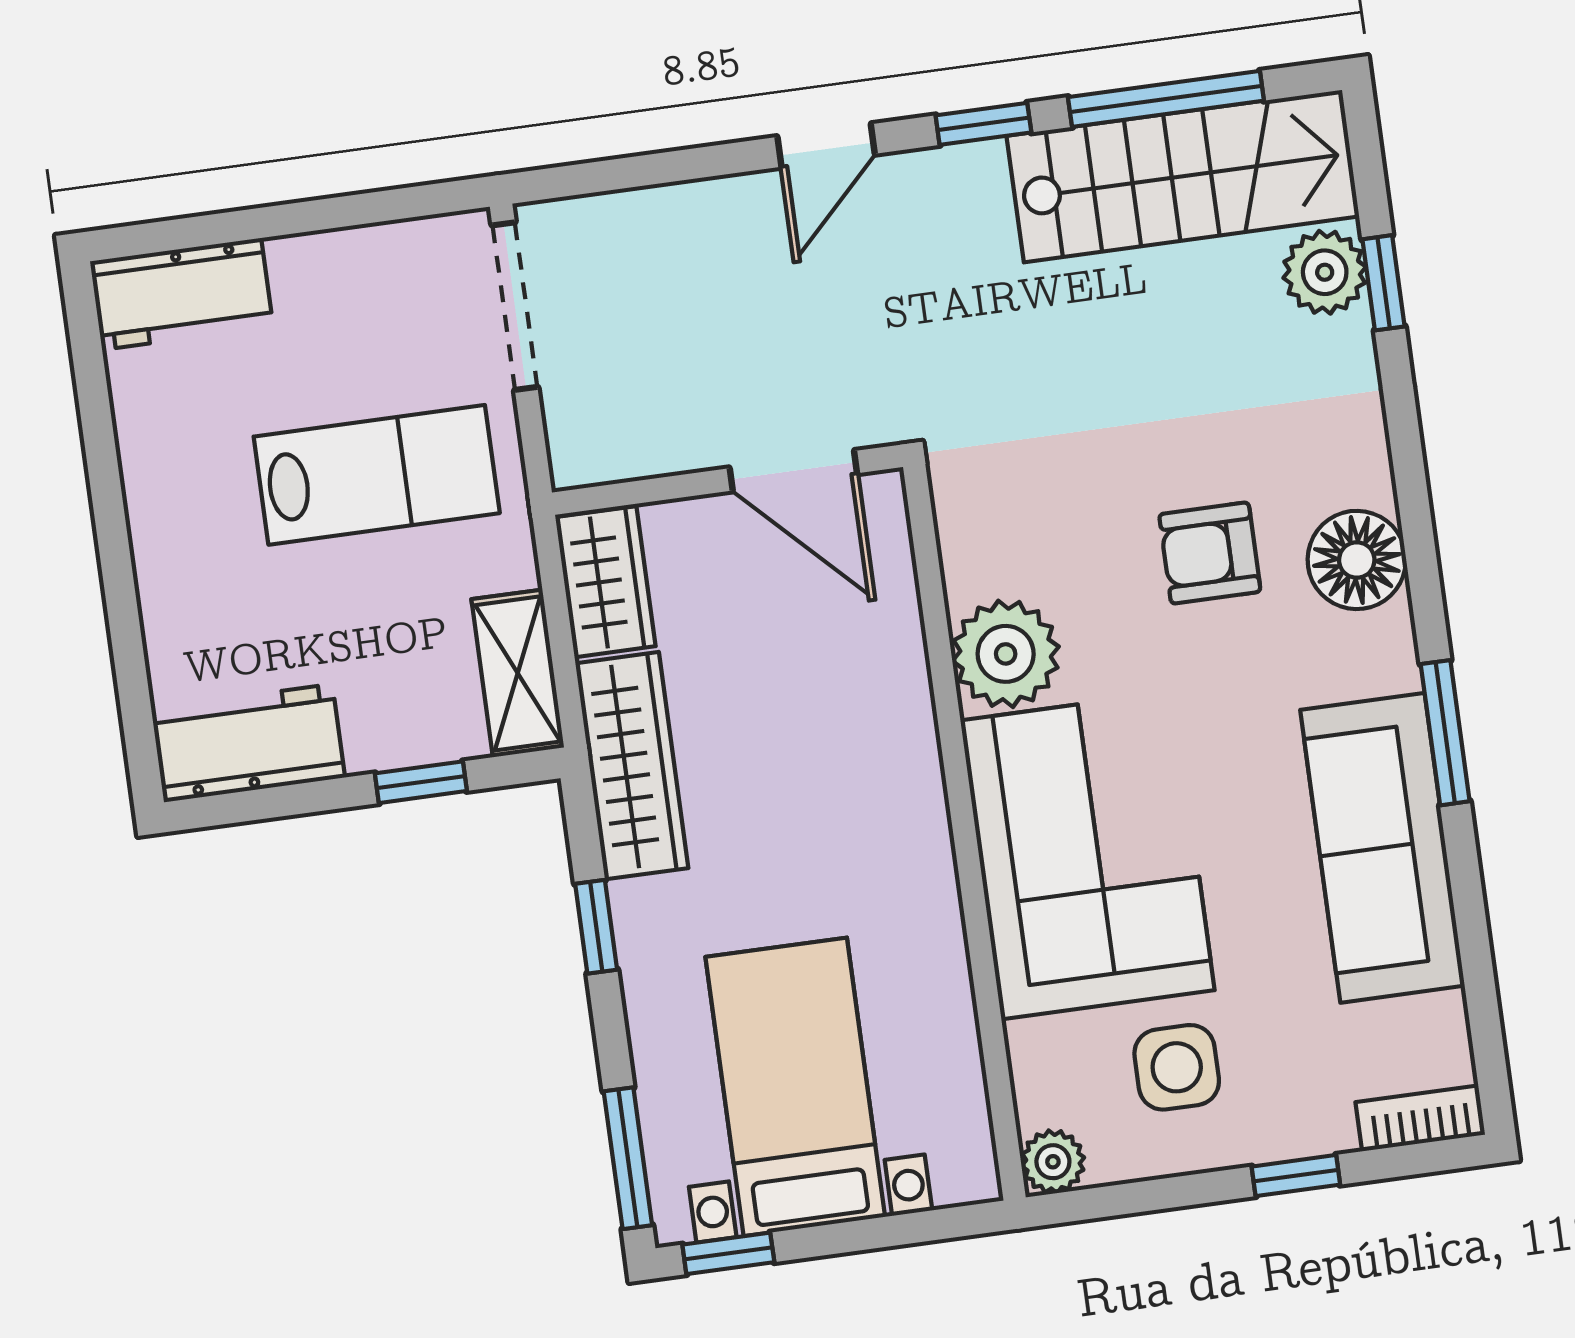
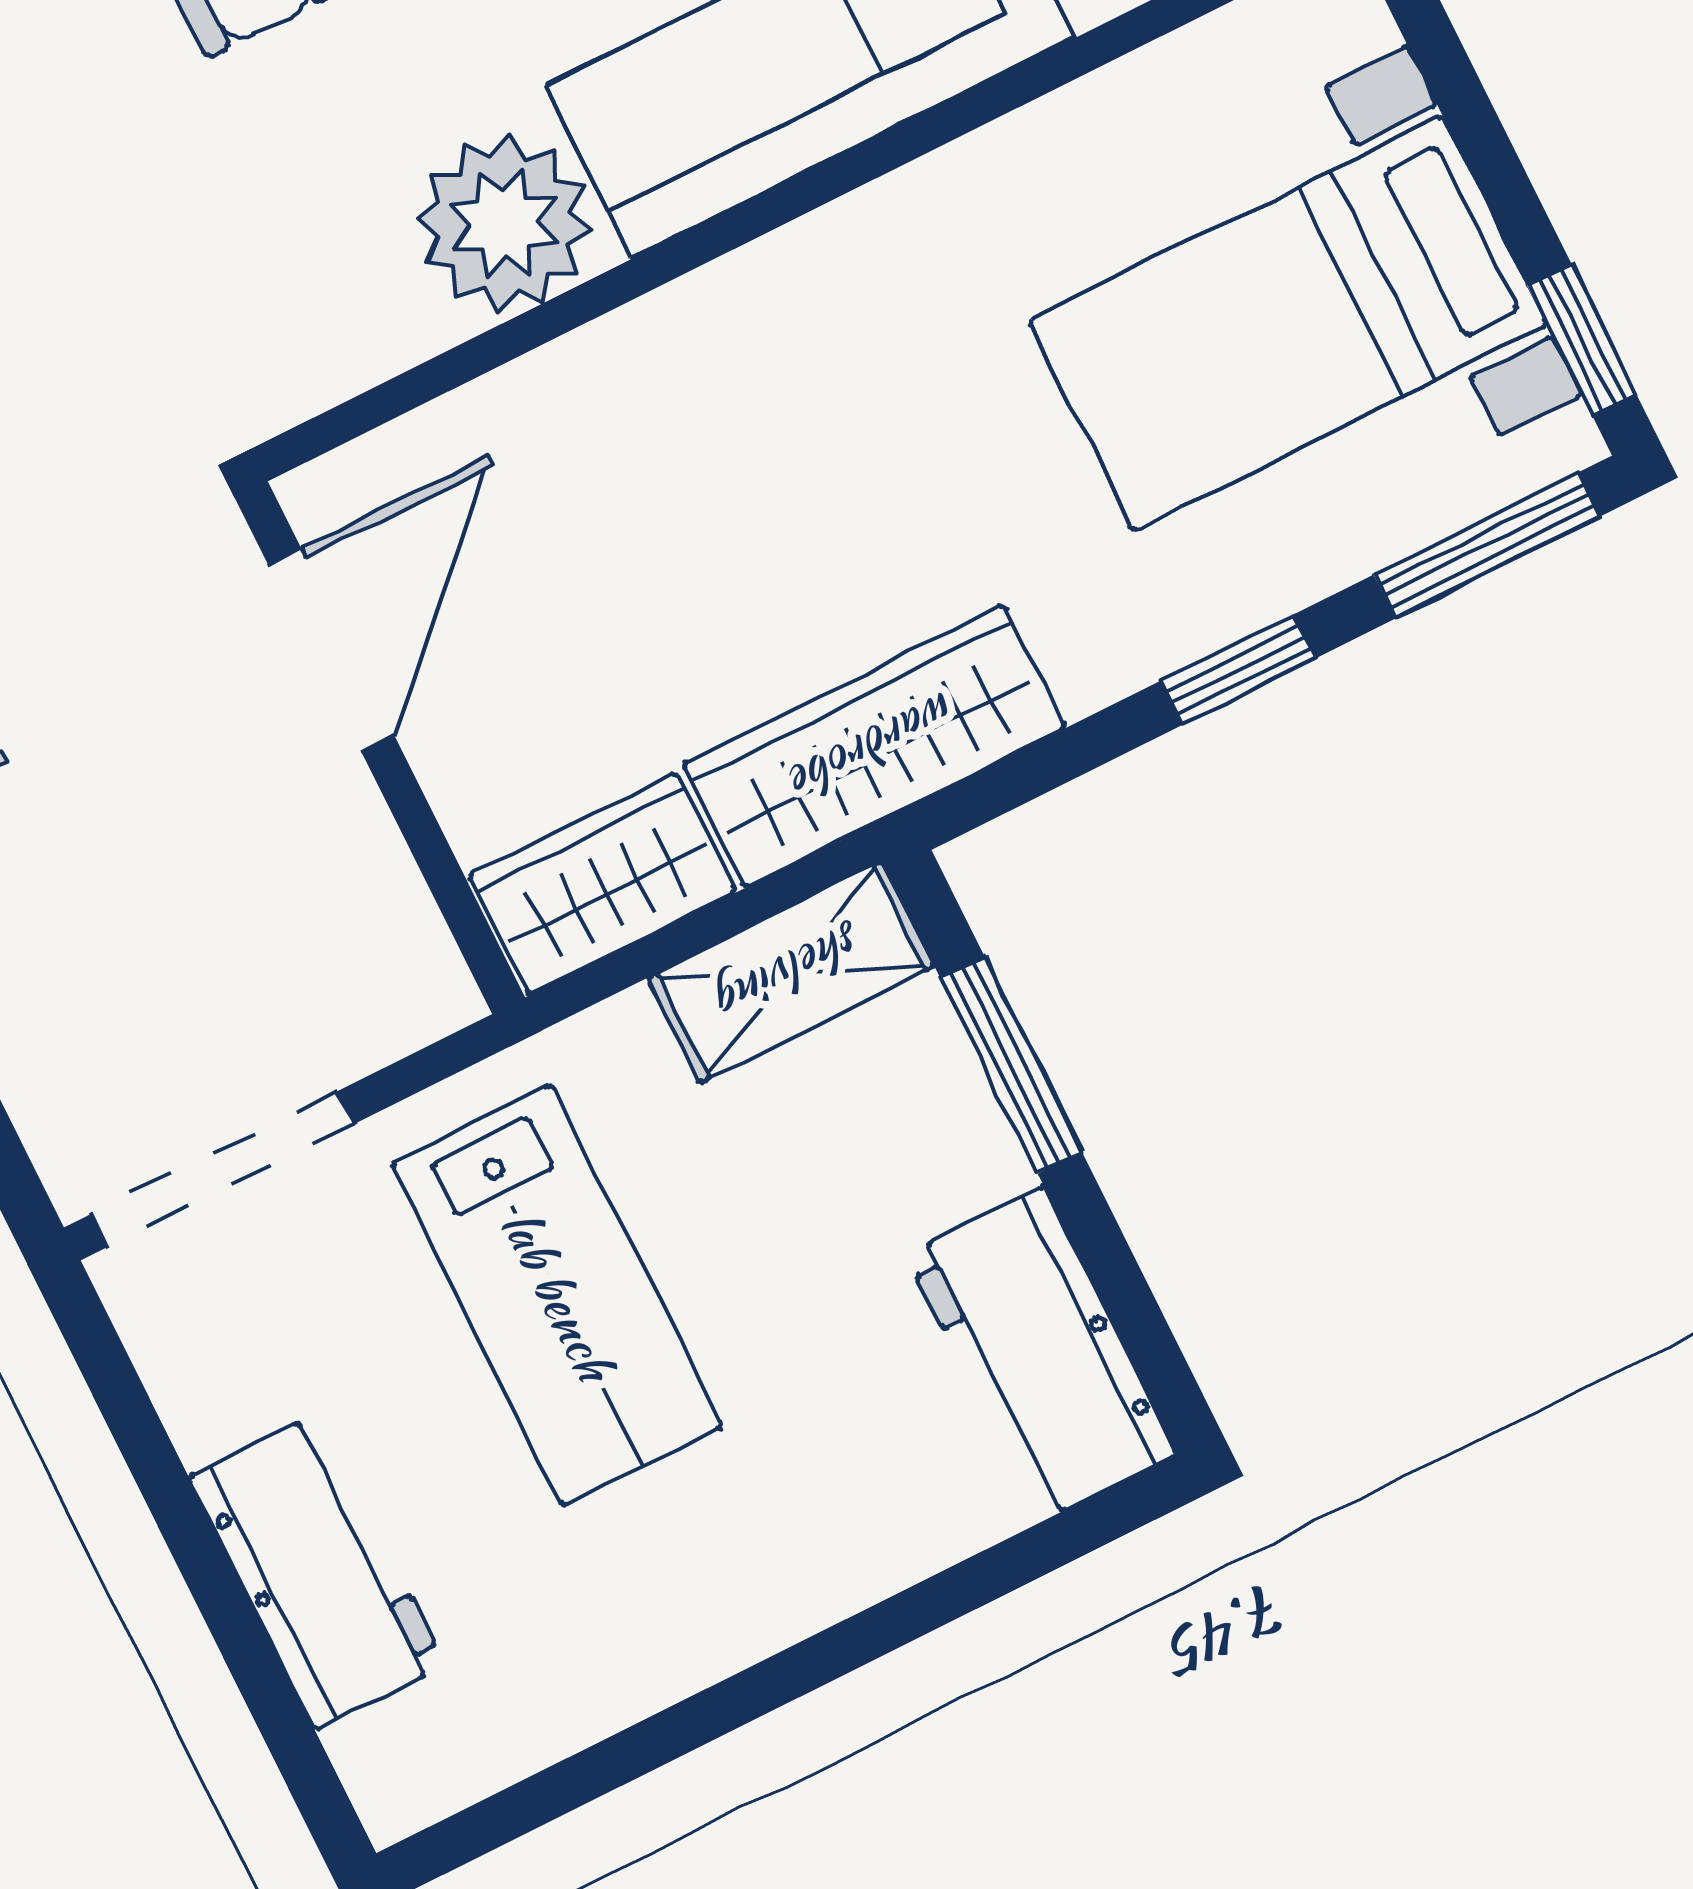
workbench: (182, 294) -> (317, 1571), moved
lab bench: (377, 475) -> (557, 1295), turned 180
window: (421, 782) -> (1011, 1065), width x1.50
window: (596, 927) -> (1238, 670), moved

